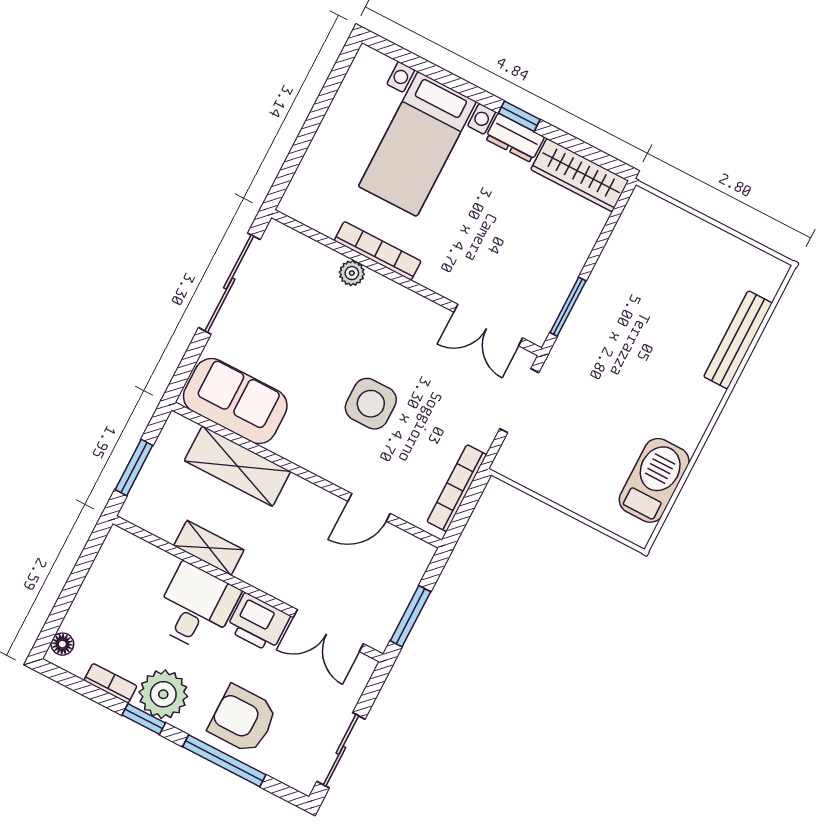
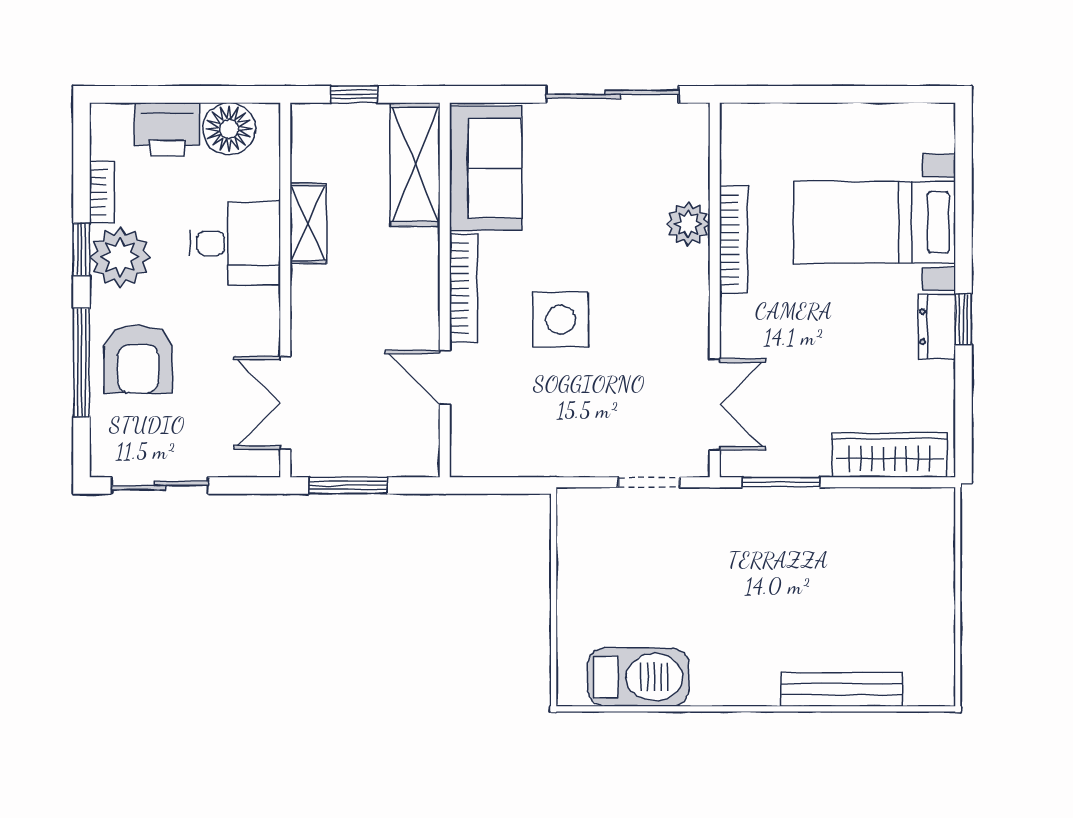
wardrobe: (580, 175) -> (890, 455), moved, turned 90
plant: (352, 273) -> (688, 224), width x1.38, depth x1.38
double door: (488, 325) -> (715, 404), swing flipped
doorway: (519, 401) -> (649, 482), width x0.73
shelving: (237, 466) -> (415, 165), moved
window: (134, 468) -> (354, 94), width x0.67
bookcase: (457, 488) -> (464, 288), moved, turned 90
printer: (258, 623) -> (167, 129), moved, turned -90
floor lamp: (62, 644) -> (229, 129), moved, width x1.89, depth x1.89
armchair: (243, 719) -> (138, 359), turned 180

